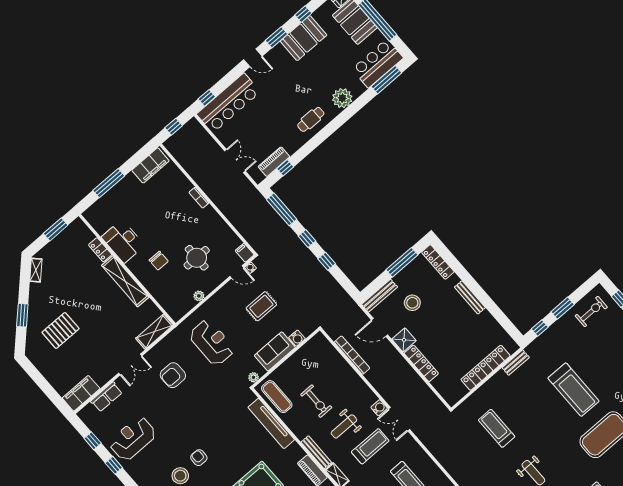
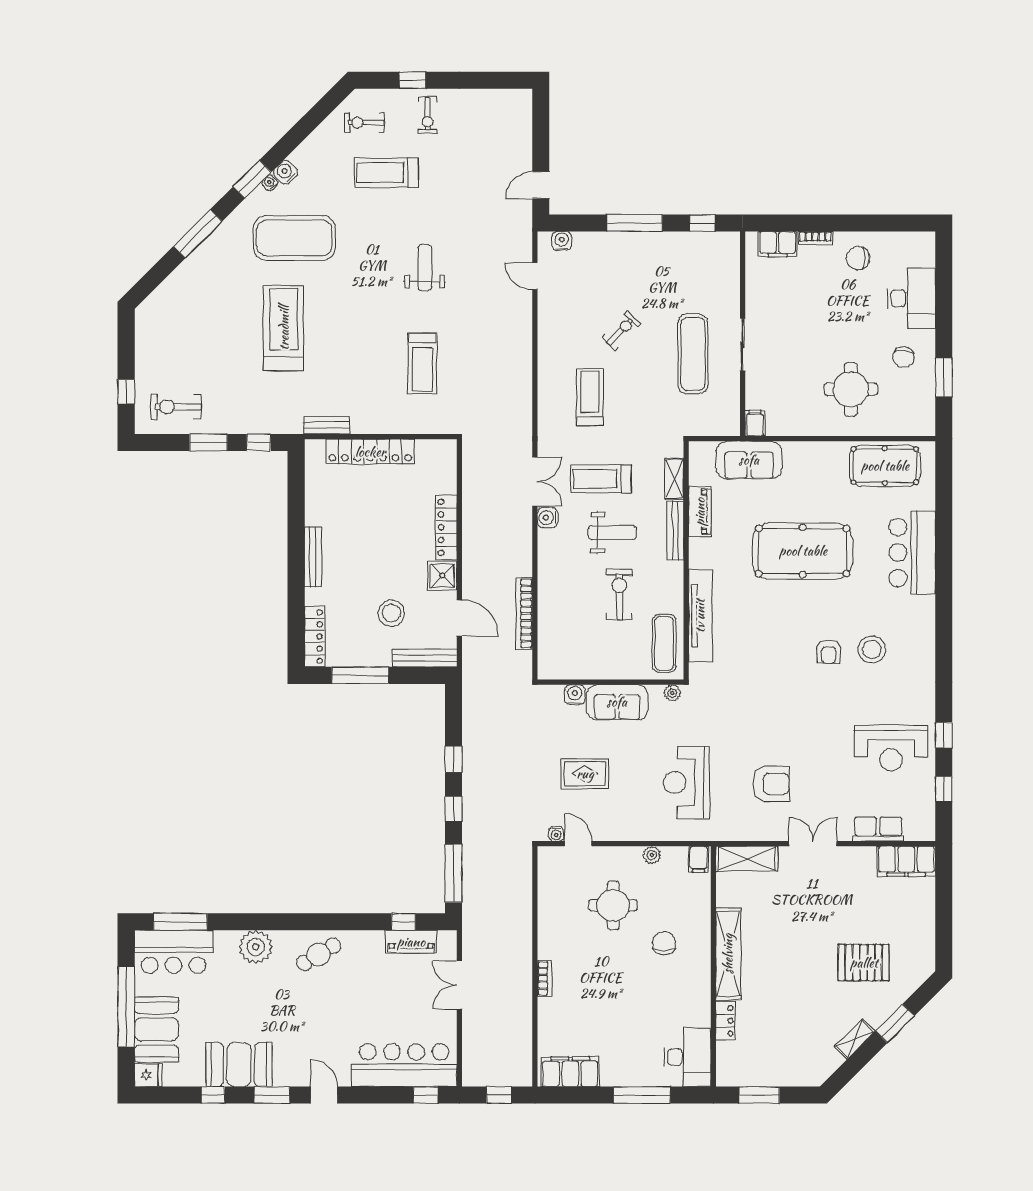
cafe table: (311, 119) -> (319, 954), turned -31
desk: (123, 241) -> (687, 1057), moved
filing cabinet: (245, 253) -> (699, 859), moved
shelving: (36, 270) -> (855, 1039), moved

